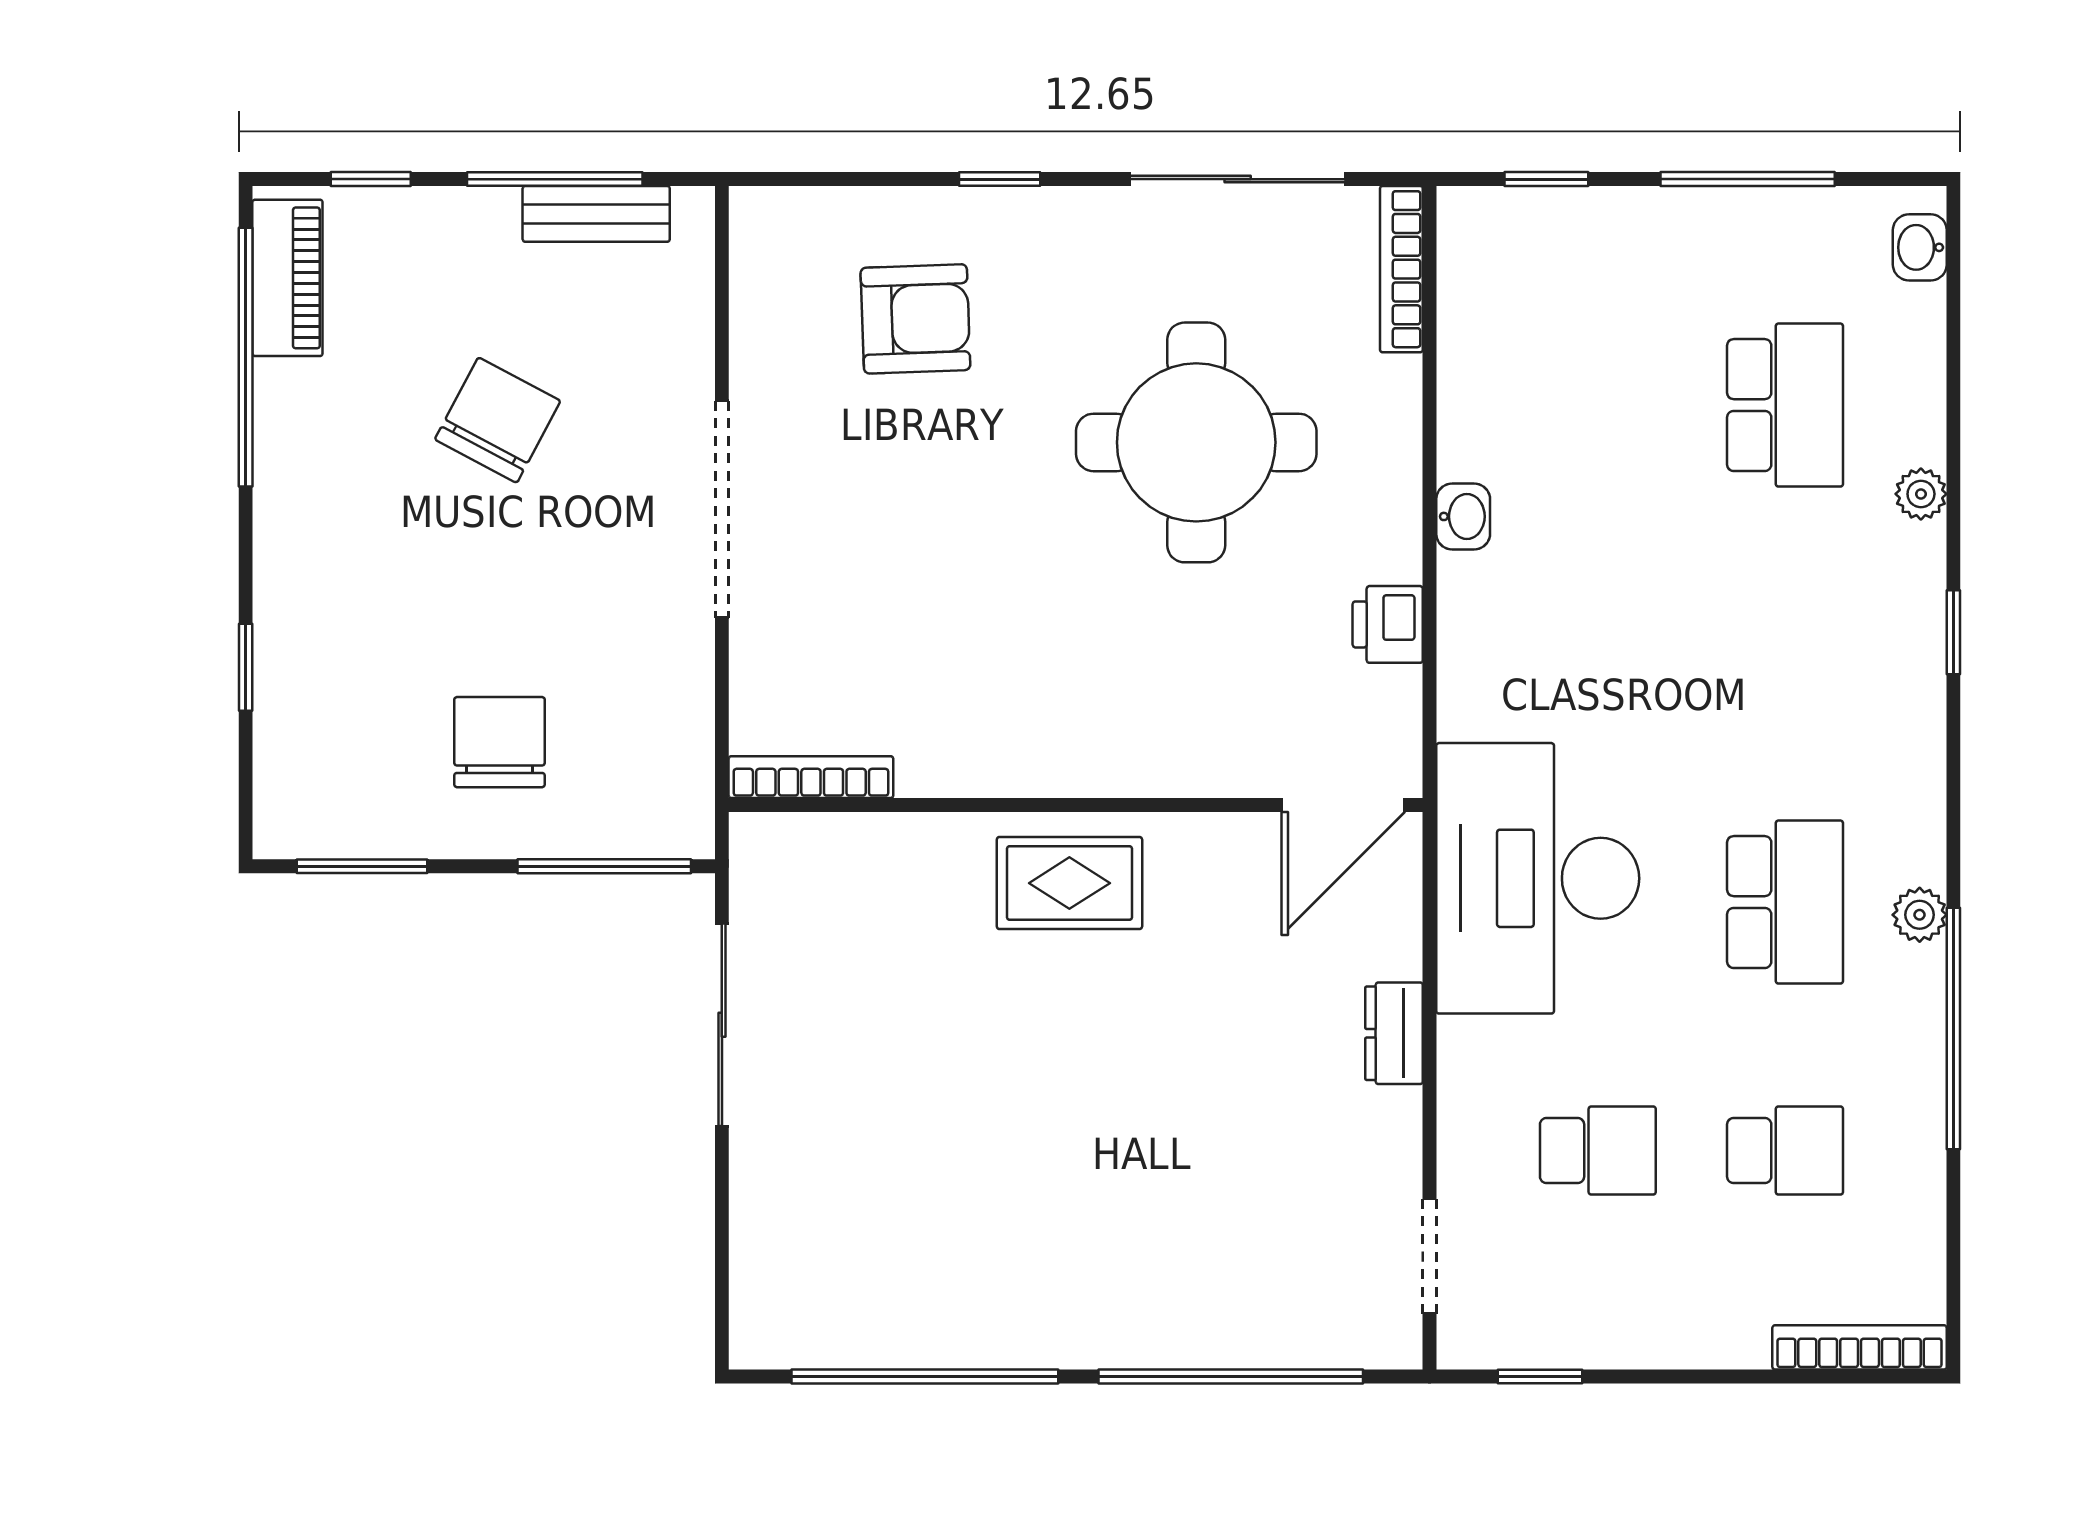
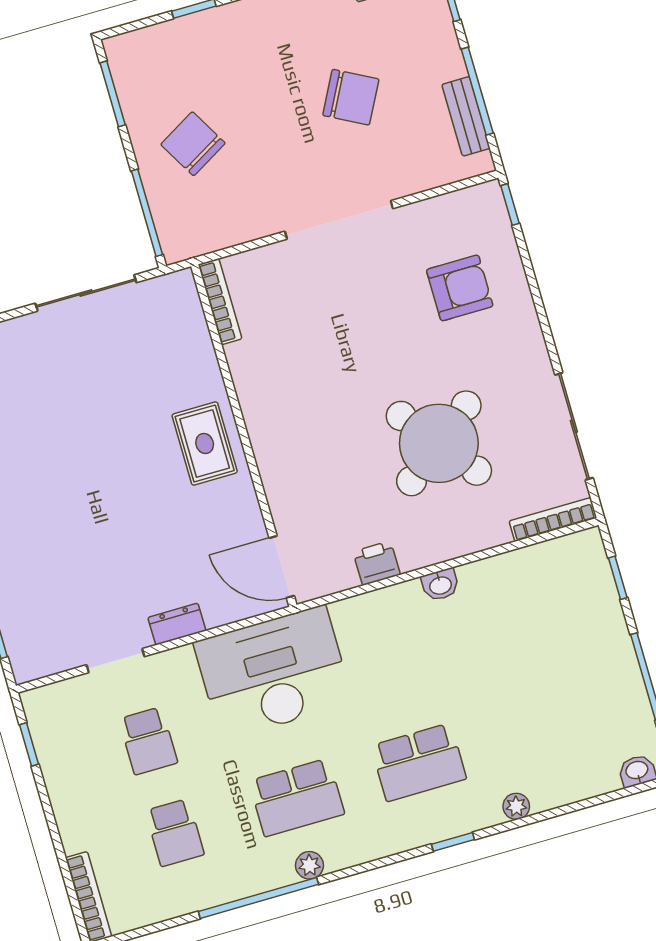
window: (1000, 179) -> (510, 205), moved
armchair: (915, 319) -> (460, 288), turned -88
school desk: (1785, 405) -> (419, 762), moved
round table: (1196, 442) -> (439, 443), turned -38
chair: (499, 742) -> (193, 144), turned -120
doorway: (1430, 1256) -> (115, 661), moved

